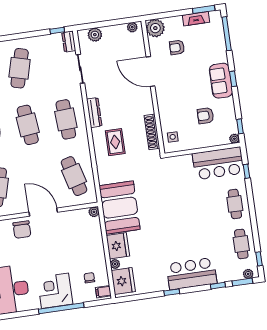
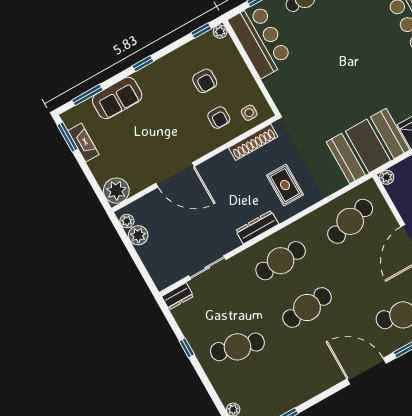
window: (57, 31) -> (187, 348), moved
window: (227, 34) -> (87, 95), width x0.69
plant: (95, 35) -> (138, 235), moved
armchair: (177, 47) -> (219, 118), moved
door: (151, 71) -> (175, 175), hinge flipped
sofa: (221, 81) -> (117, 98), moved
rug: (115, 142) -> (285, 185), turned 90

